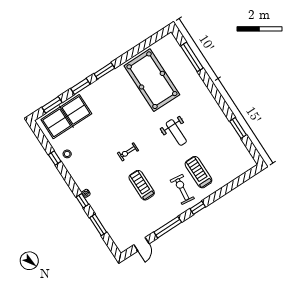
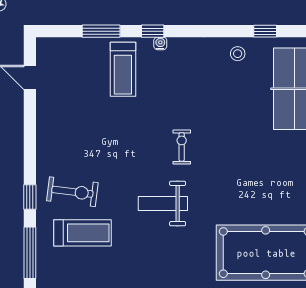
weight bench: (176, 132) -> (163, 203), moved
window: (55, 158) -> (265, 31), moved
treadmill: (142, 185) -> (123, 69), moved, turned 90
window: (168, 227) -> (30, 253), moved

